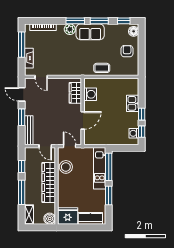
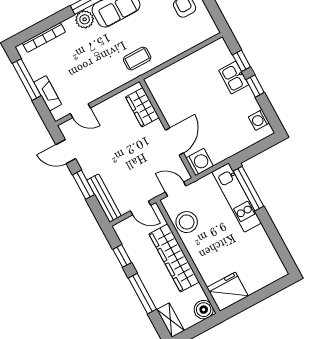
coffee table: (102, 68) -> (137, 59), moved
washing machine: (90, 94) -> (200, 162), moved
window: (142, 132) -> (241, 61), moved
window: (109, 195) -> (271, 230), removed
kitchen counter: (90, 218) -> (262, 277), removed

